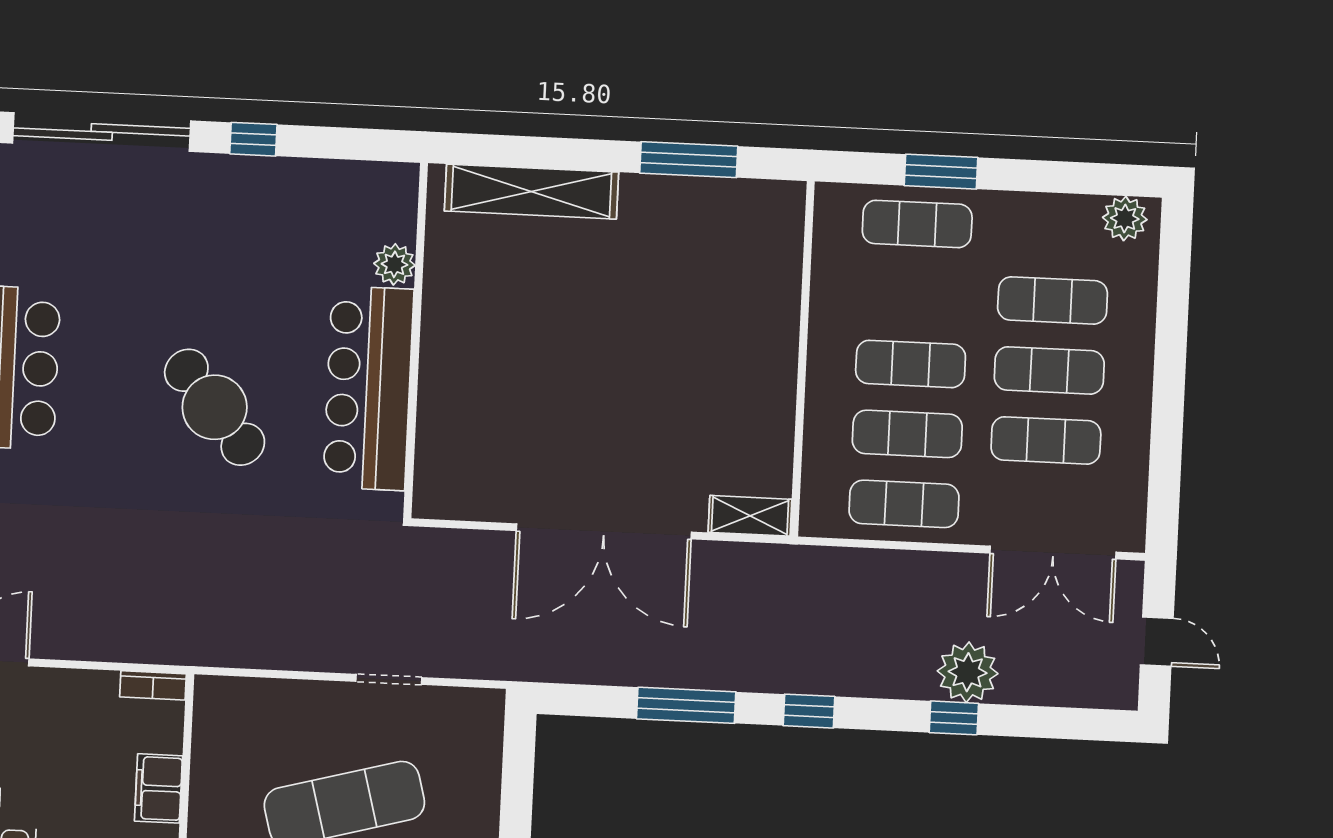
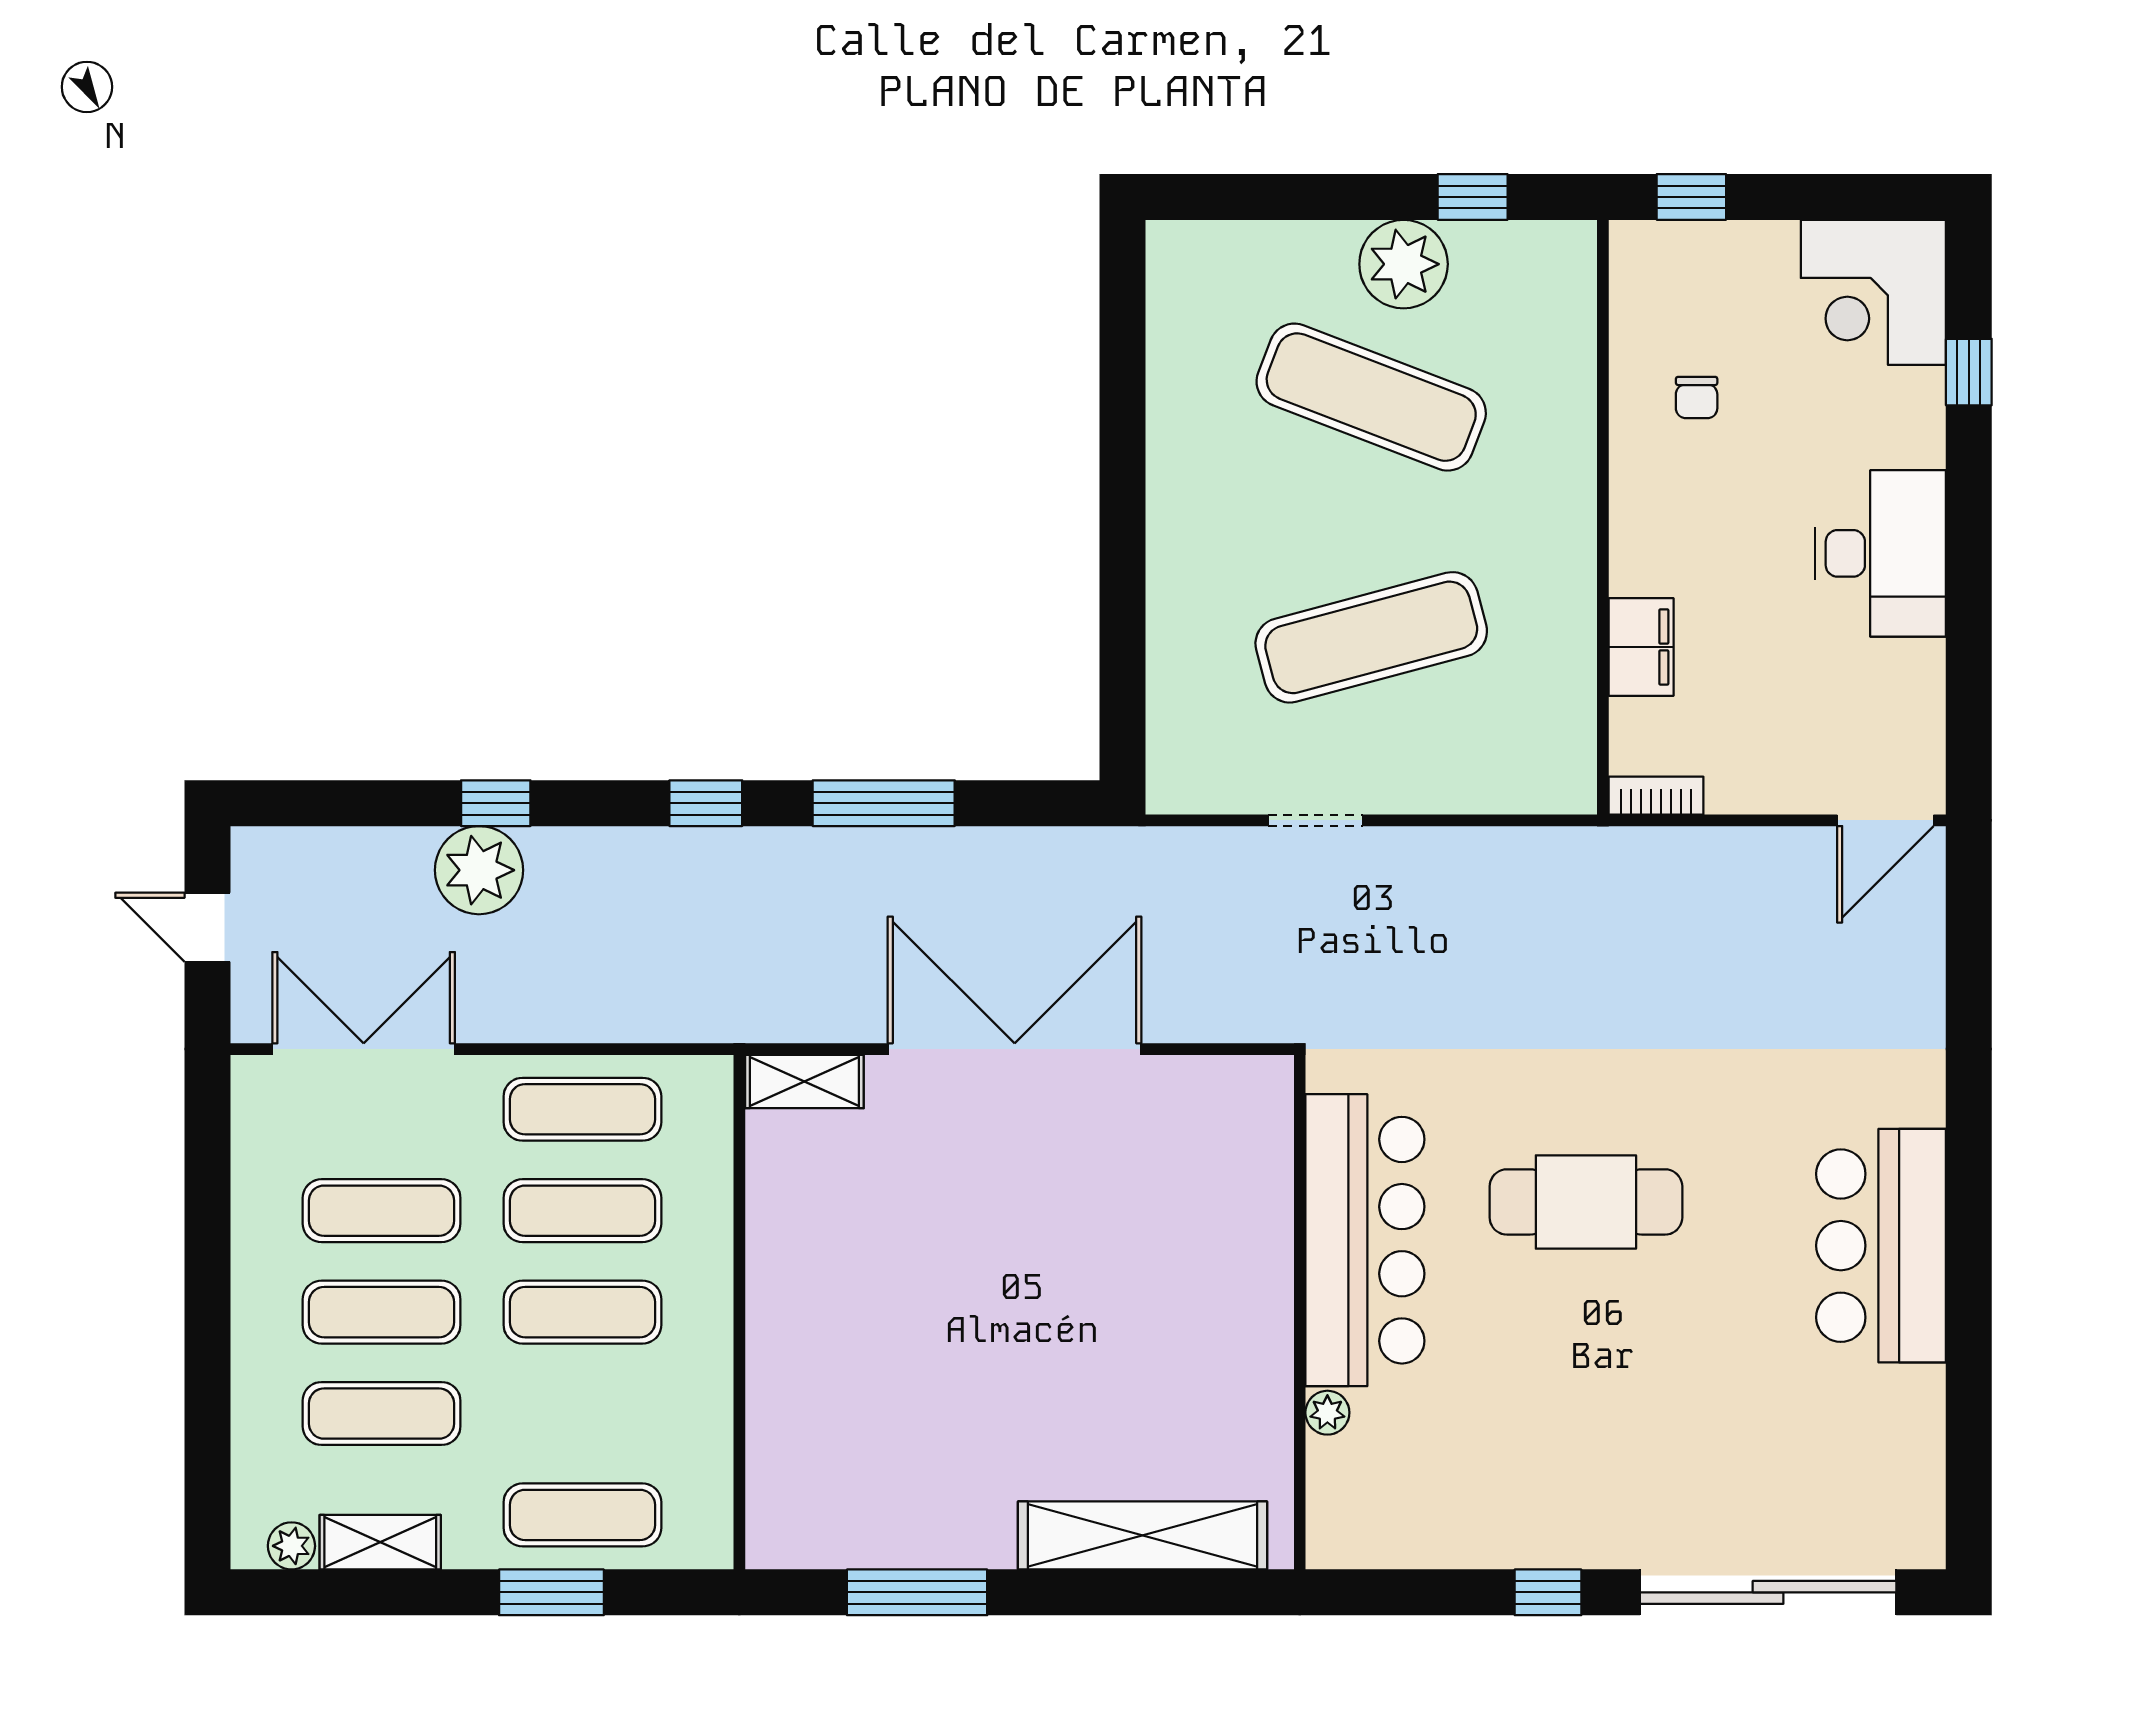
shelving: (1058, 212) -> (380, 1542), added
plant: (1125, 218) -> (291, 1546), width x0.73, depth x0.73
plant: (394, 264) -> (1327, 1413), width x0.73, depth x0.73
cafe table: (215, 407) -> (1586, 1202), turned -50

